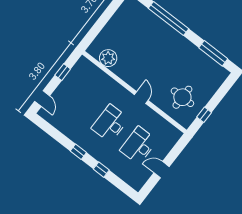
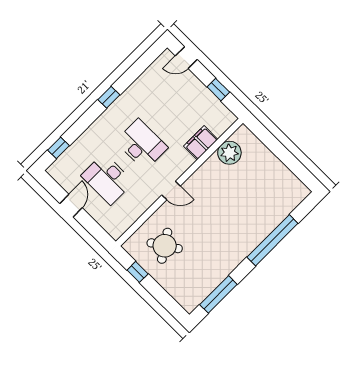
filing cabinet: (103, 80) -> (201, 143), added
round table: (182, 97) -> (165, 246), turned -33
desk: (139, 145) -> (107, 179), turned 180
window: (101, 170) -> (59, 148), moved

